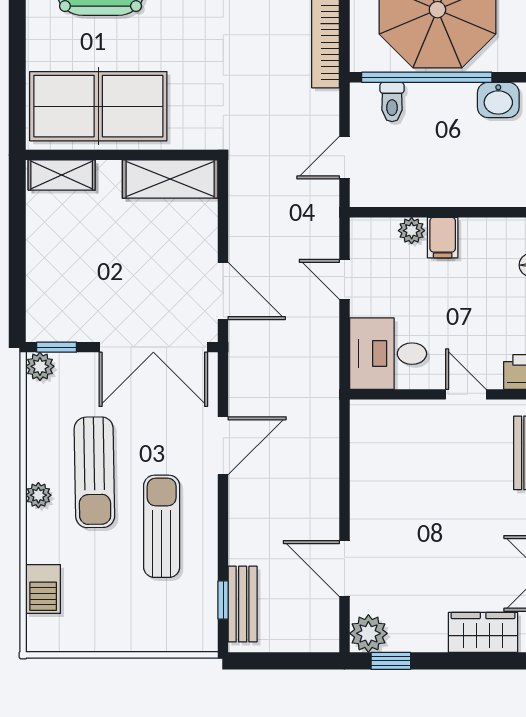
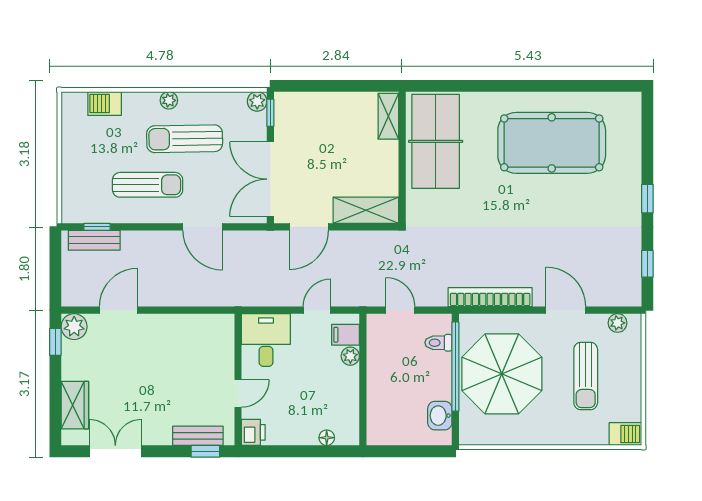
shelving: (170, 179) -> (366, 210), moved, turned 90
filing cabinet: (443, 238) -> (346, 335), moved

